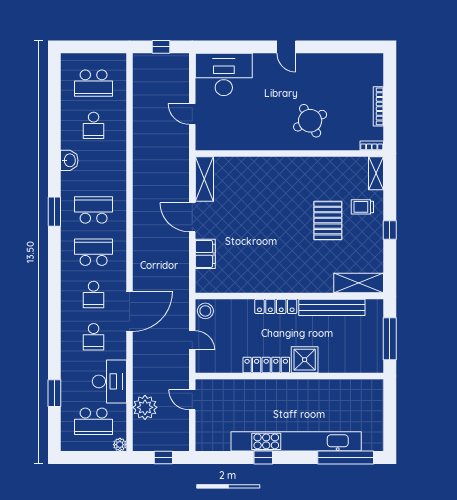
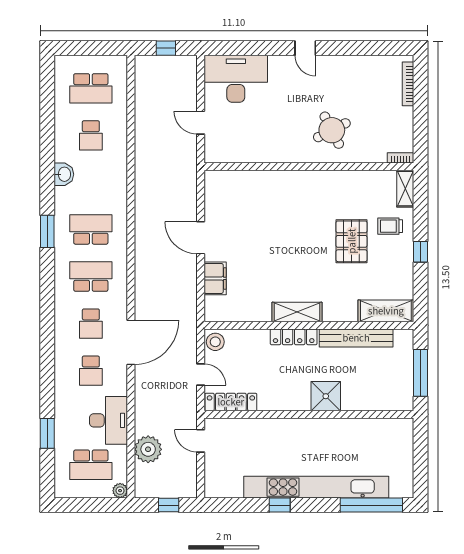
bookcase: (378, 106) -> (408, 84), moved
shelving: (204, 179) -> (297, 312), moved, turned 90
locker: (266, 365) -> (231, 402), moved

